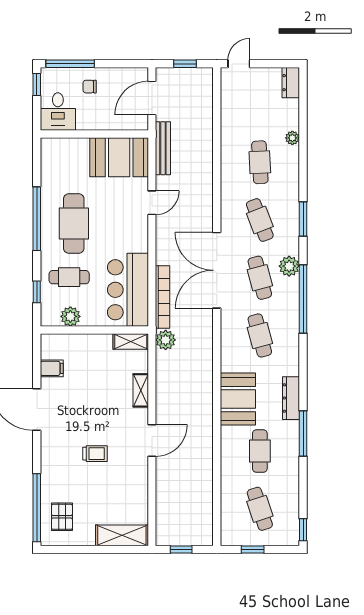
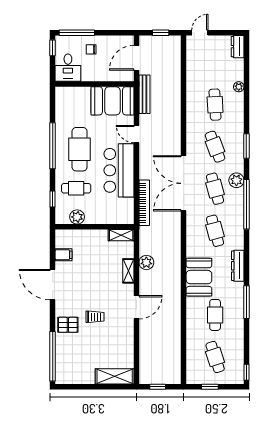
door: (152, 203) -> (136, 134), swing flipped
bar counter: (128, 290) -> (119, 170), moved
plant: (166, 340) -> (146, 262), moved
dresser: (291, 398) -> (238, 266), moved
pallet: (62, 517) -> (68, 325), moved, turned 90

